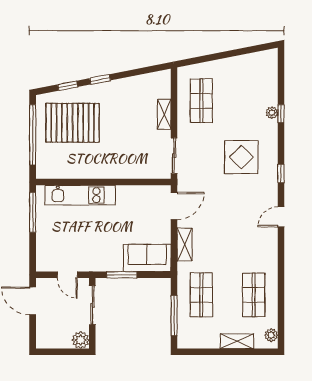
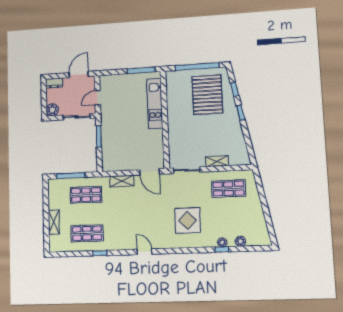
window: (281, 173) -> (100, 253), moved
sofa: (147, 258) -> (111, 154), removed
plant: (271, 335) -> (240, 241), moved
dresser: (42, 337) -> (54, 83), added

